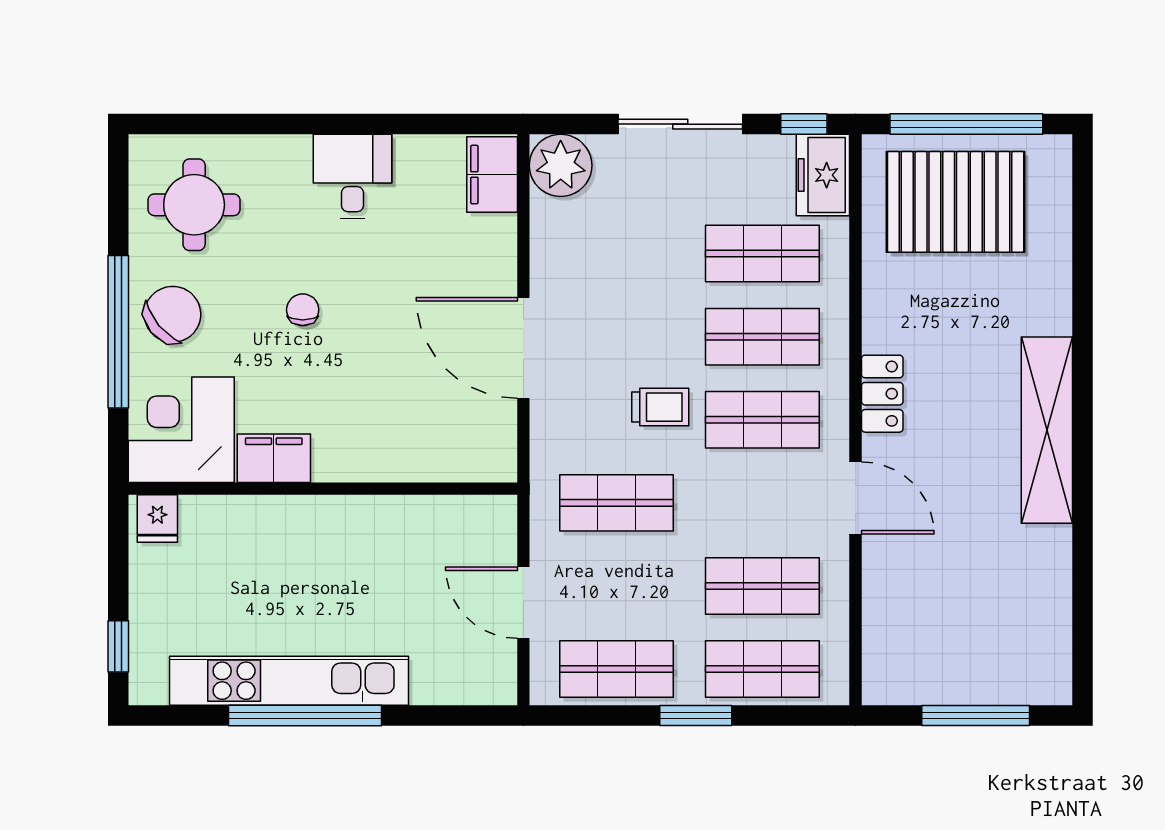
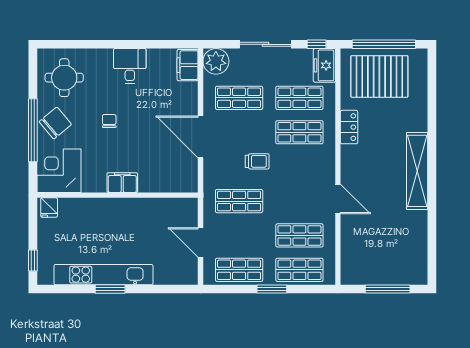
locker: (882, 394) -> (349, 127), moved
shop shelf: (762, 420) -> (239, 98), moved
filing cabinet: (274, 458) -> (122, 183), moved
window: (305, 715) -> (110, 289), width x0.47

